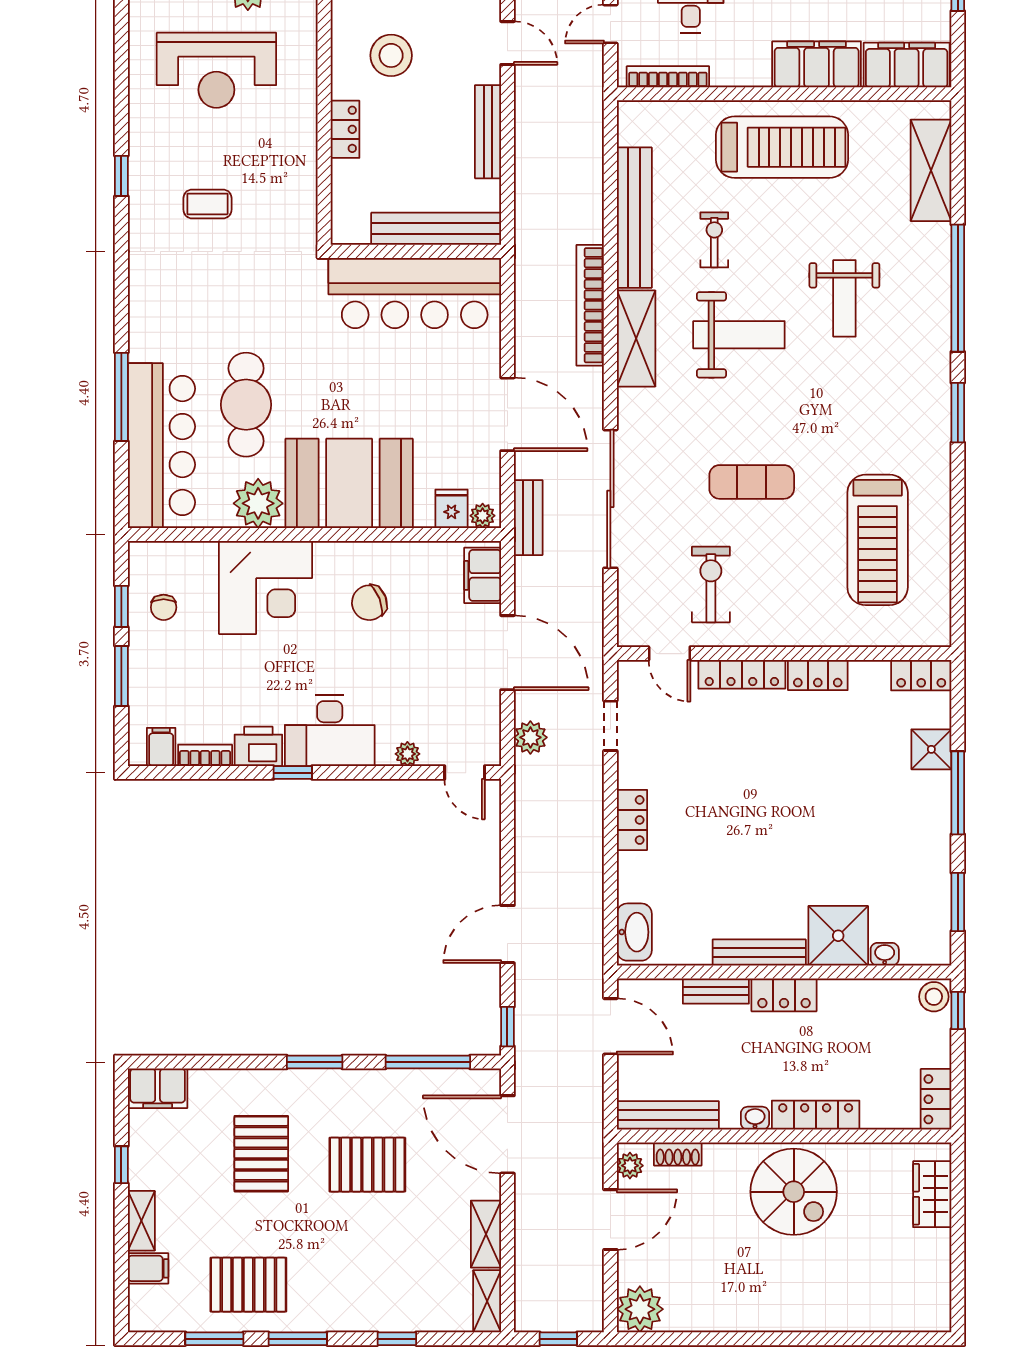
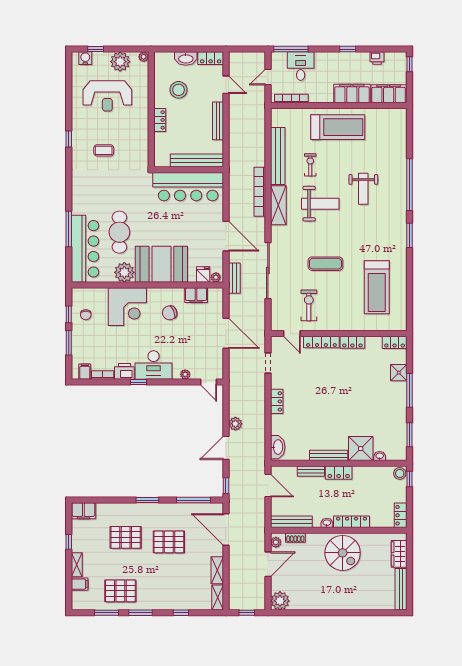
shelving: (931, 170) -> (399, 137), removed
filing cabinet: (483, 575) -> (196, 295), moved, turned -90
plant: (530, 737) -> (235, 424), moved
pallet: (261, 1154) -> (126, 537), turned 90
bench: (937, 1281) -> (401, 589), added

